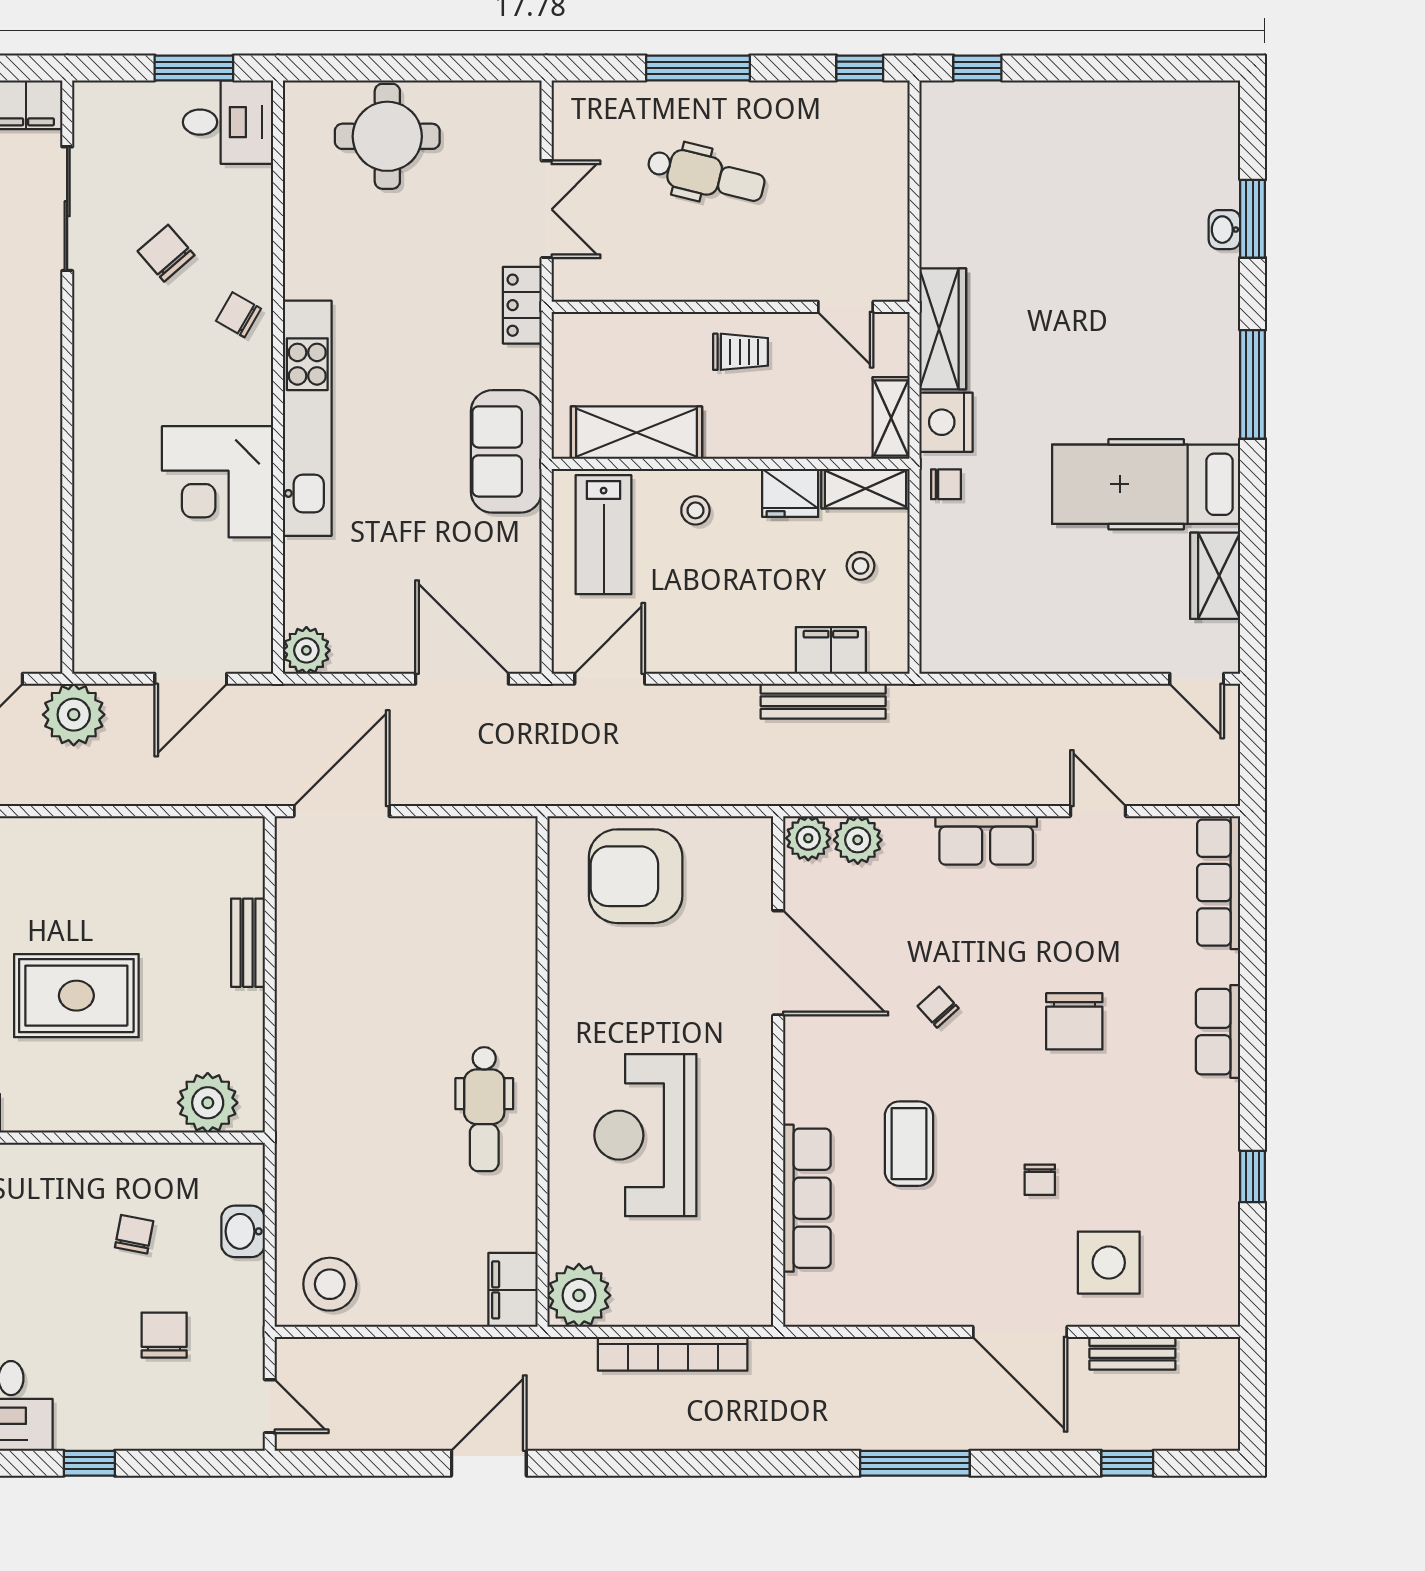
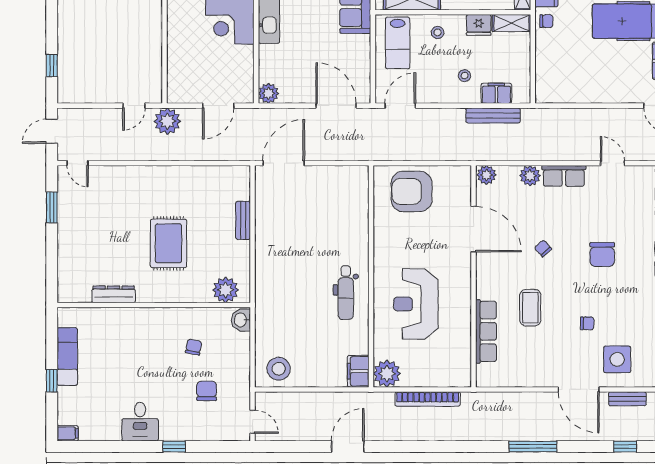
stool: (861, 566) -> (465, 76), moved
plant: (858, 840) -> (530, 176), moved
rug: (76, 996) -> (169, 243), turned 90
chair: (1040, 1180) -> (587, 323), turned -90
washbasin: (243, 1231) -> (241, 320), moved

